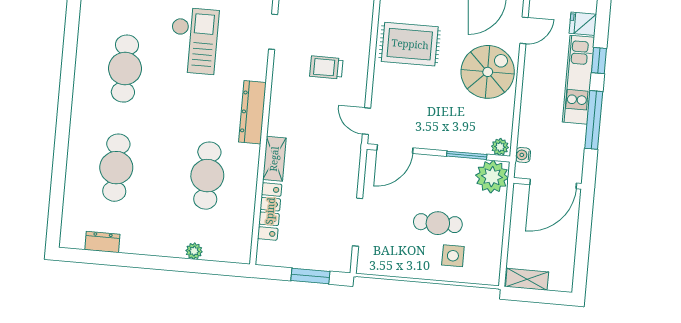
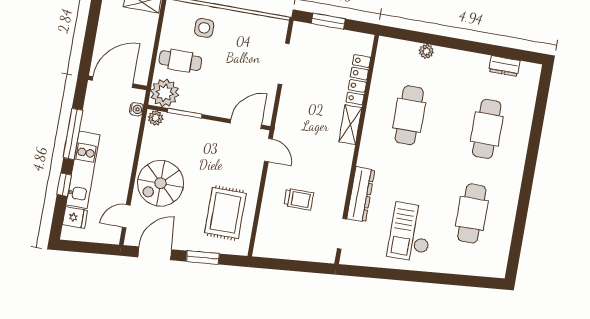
rug: (410, 44) -> (225, 213), turned 90
dresser: (252, 112) -> (361, 194), moved
cafe table: (438, 223) -> (180, 61), moved

